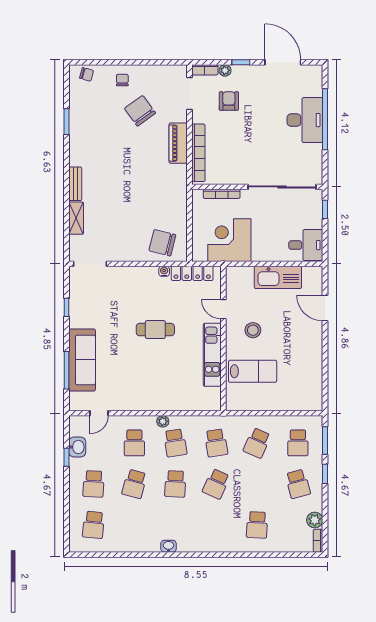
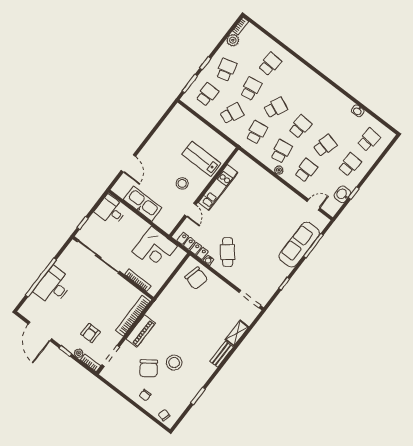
stool: (118, 137) -> (174, 363), added
cafe table: (155, 330) -> (228, 252), moved, turned 52
school desk: (257, 484) -> (251, 89), added
washbasin: (169, 546) -> (358, 111), moved

